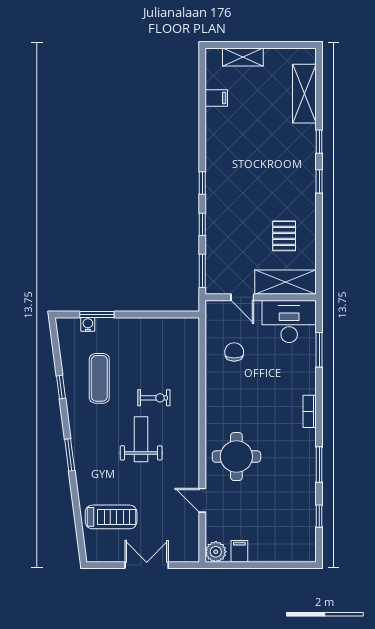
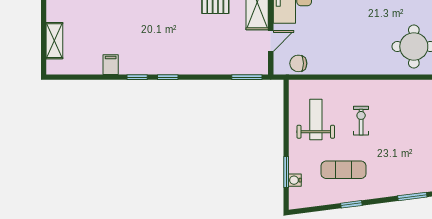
filing cabinet: (216, 98) -> (111, 65), moved
window: (202, 224) -> (137, 77), moved
chair: (234, 352) -> (298, 63), moved
weight bench: (141, 439) -> (316, 119), moved, turned 90

